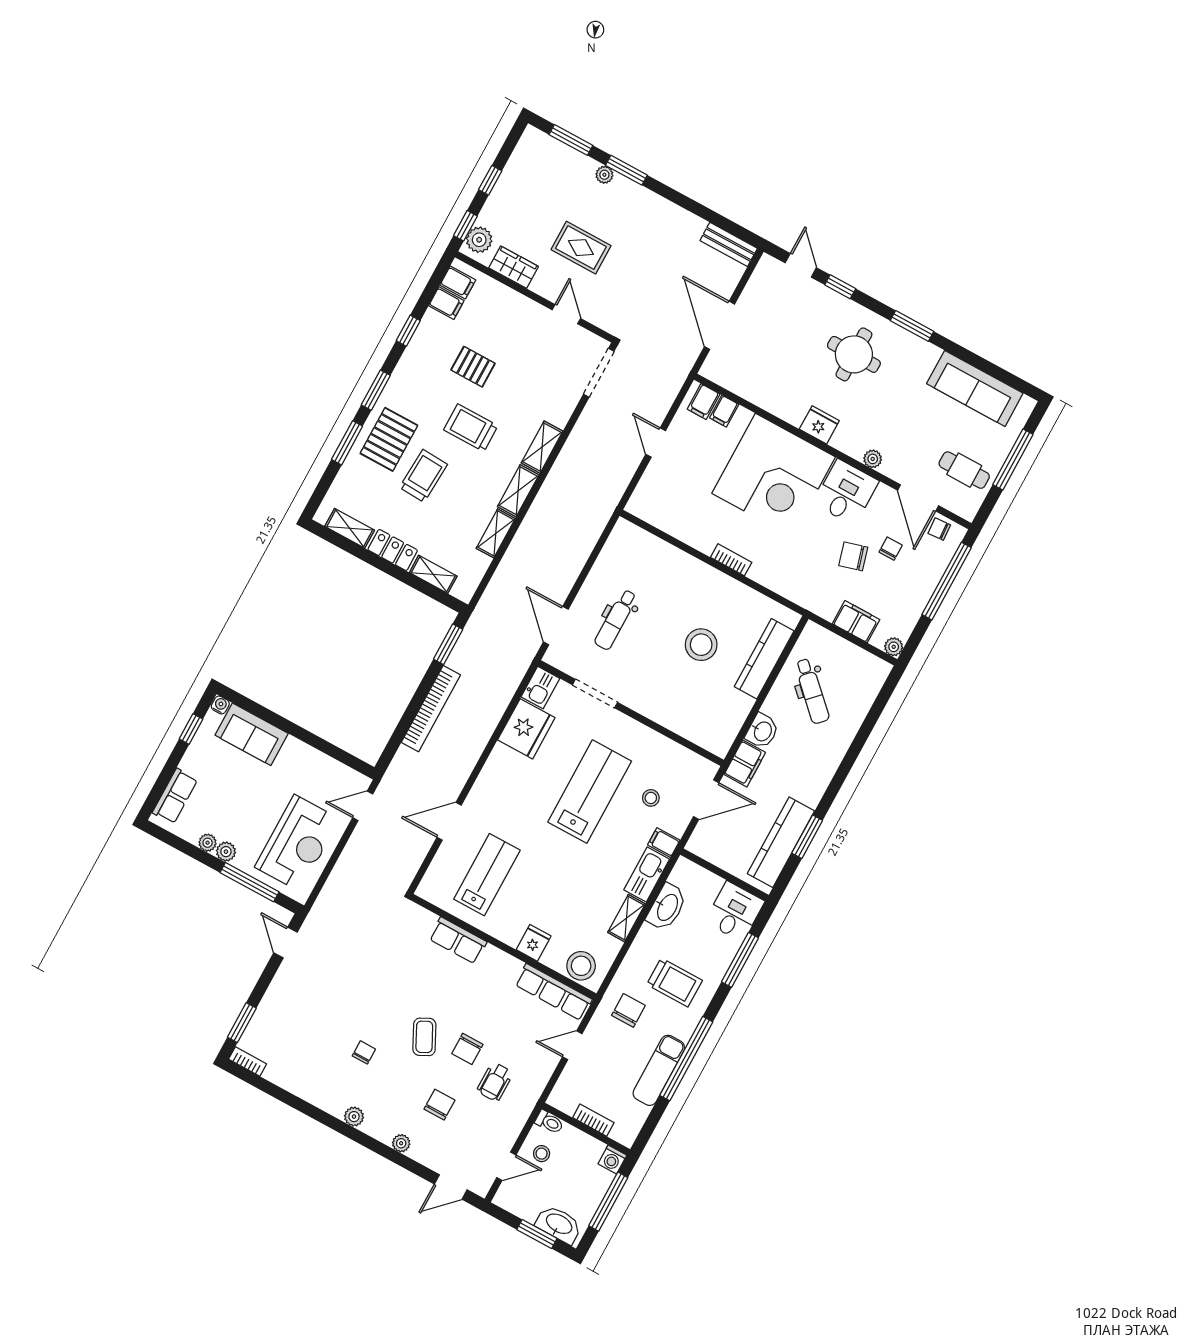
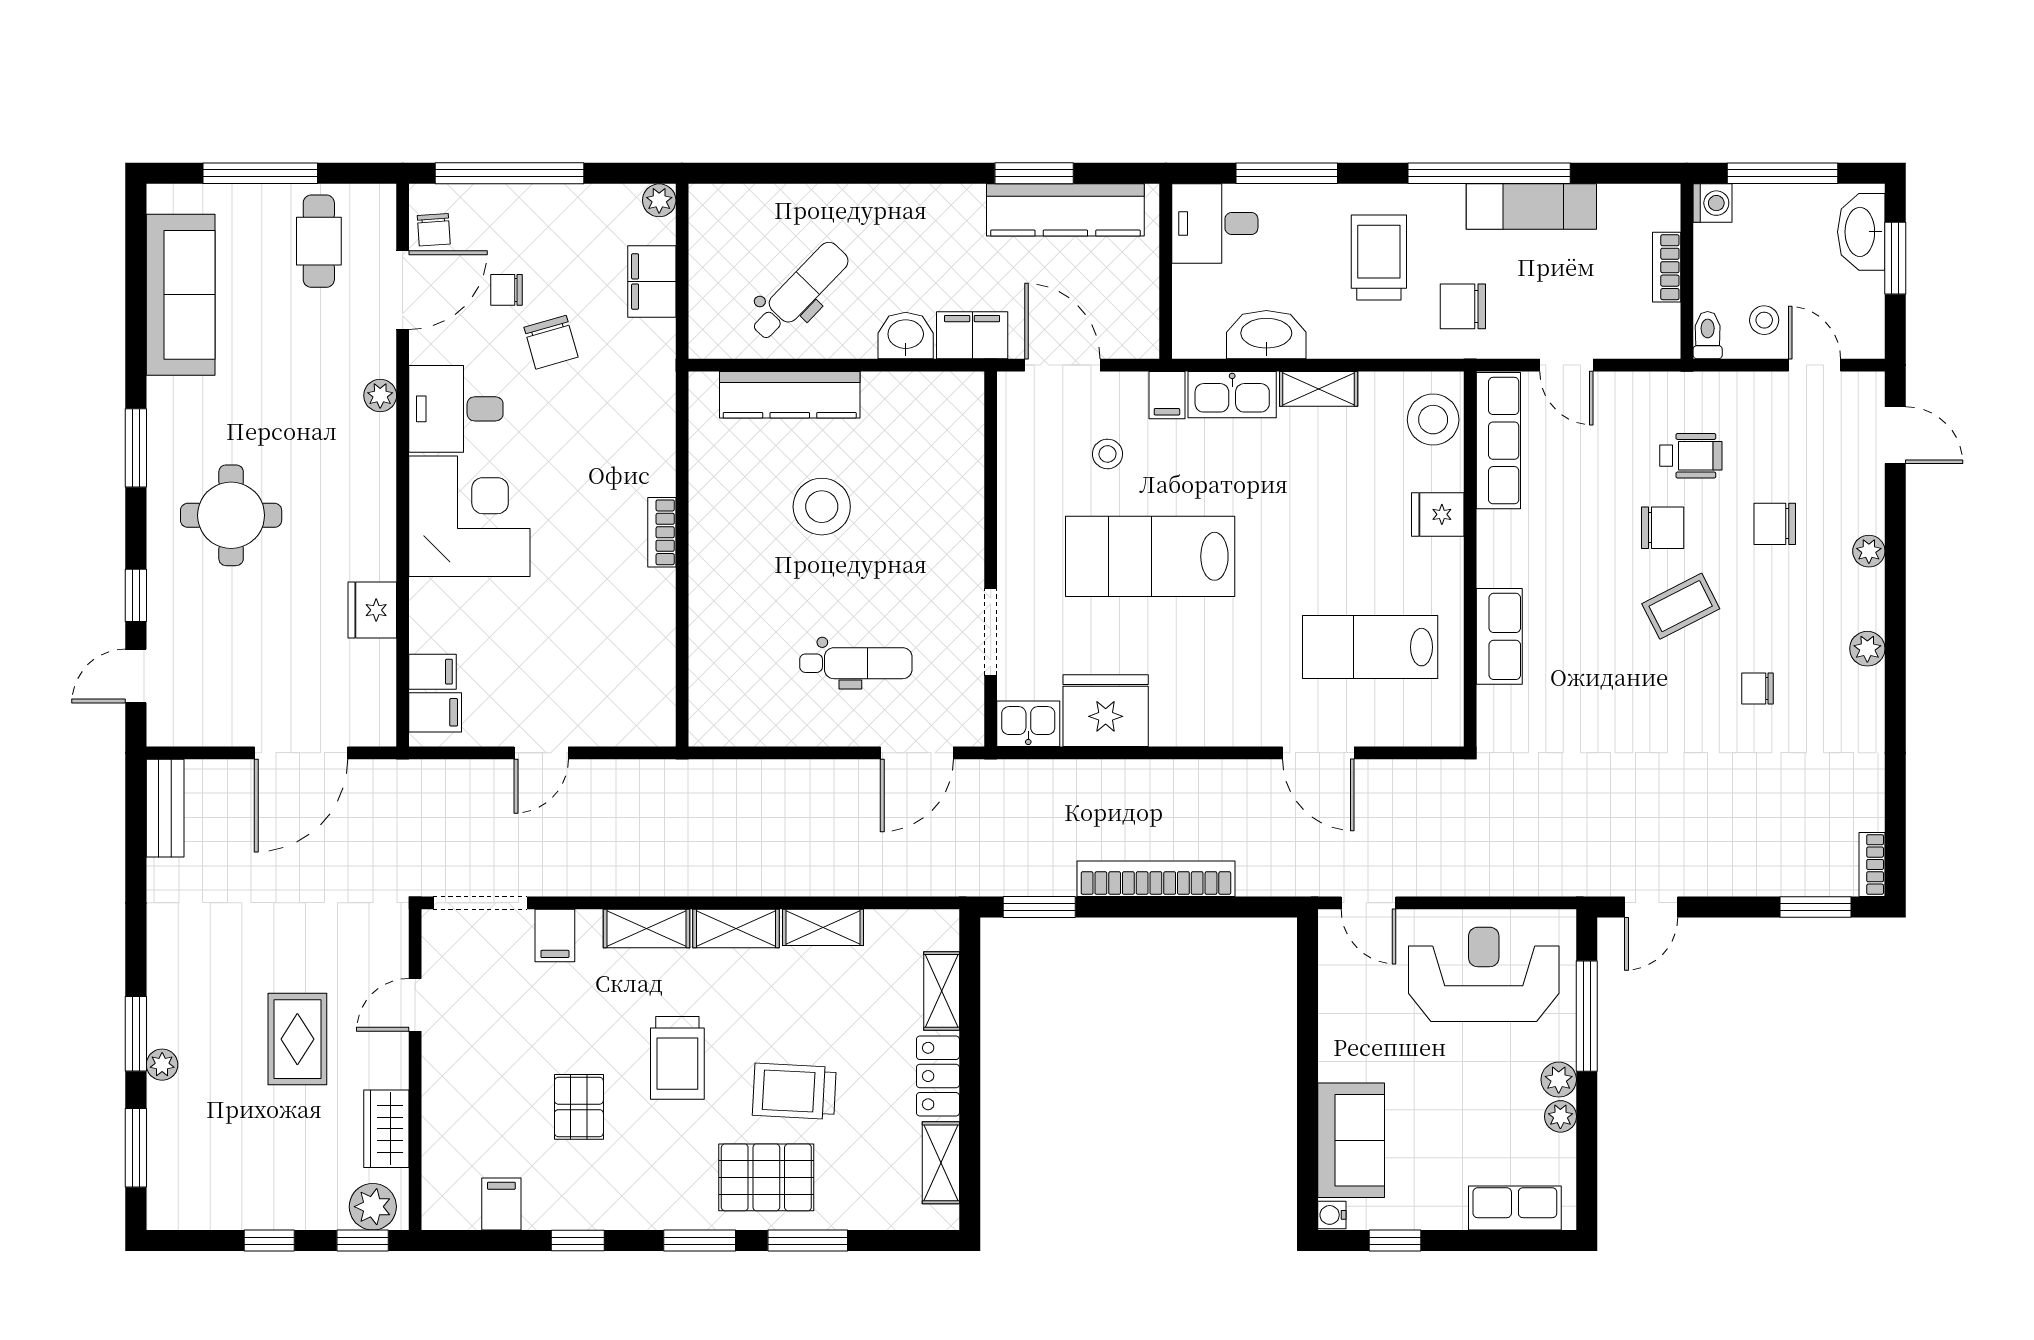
filing cabinet: (458, 282) -> (555, 935), moved, turned 180
fridge: (819, 425) -> (372, 610), moved
corner desk: (774, 475) -> (469, 516), width x0.74, depth x0.74

